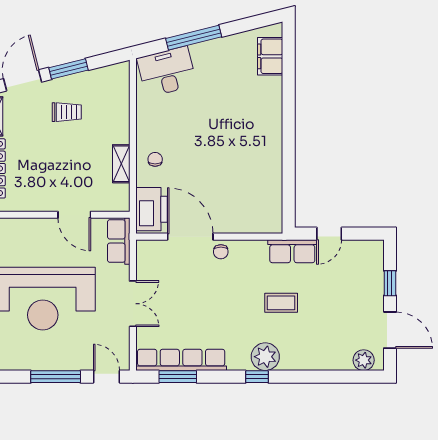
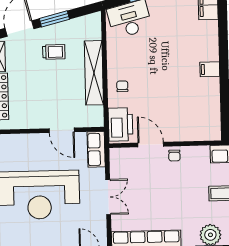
filing cabinet: (270, 140) -> (210, 69), added
shelving: (121, 164) -> (94, 73), width x2.20, depth x1.33
door: (190, 237) -> (151, 145), width x0.73

